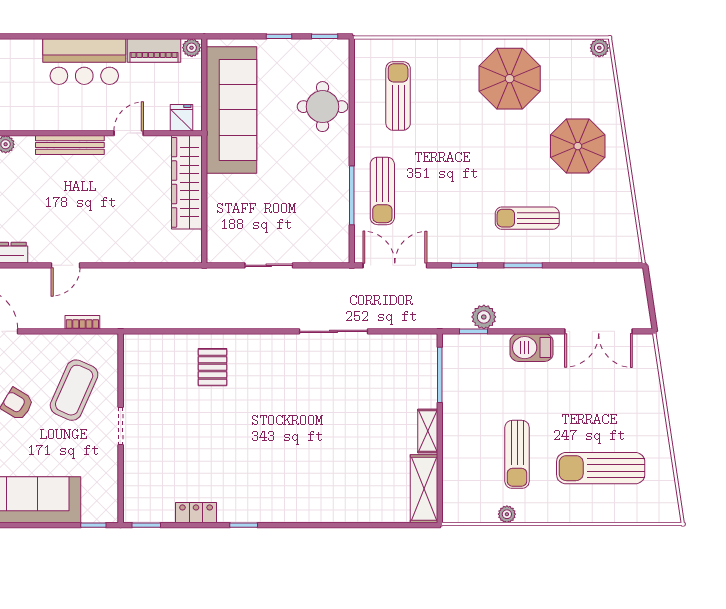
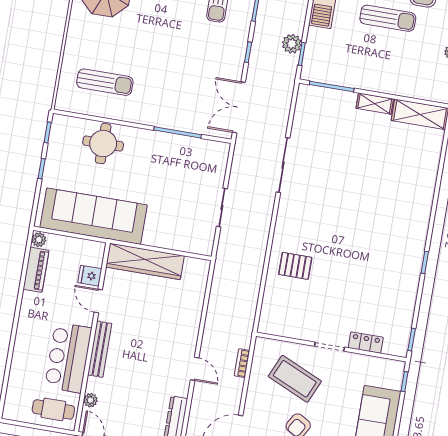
bar counter: (84, 62) -> (68, 358), moved, turned 180
sun lounger: (398, 96) -> (105, 82), turned 180
fridge: (182, 118) -> (90, 276), moved
sun lounger: (382, 191) -> (178, 107), removed
sun lounger: (517, 454) -> (388, 18), moved
locker: (196, 513) -> (366, 343), moved, turned 90

